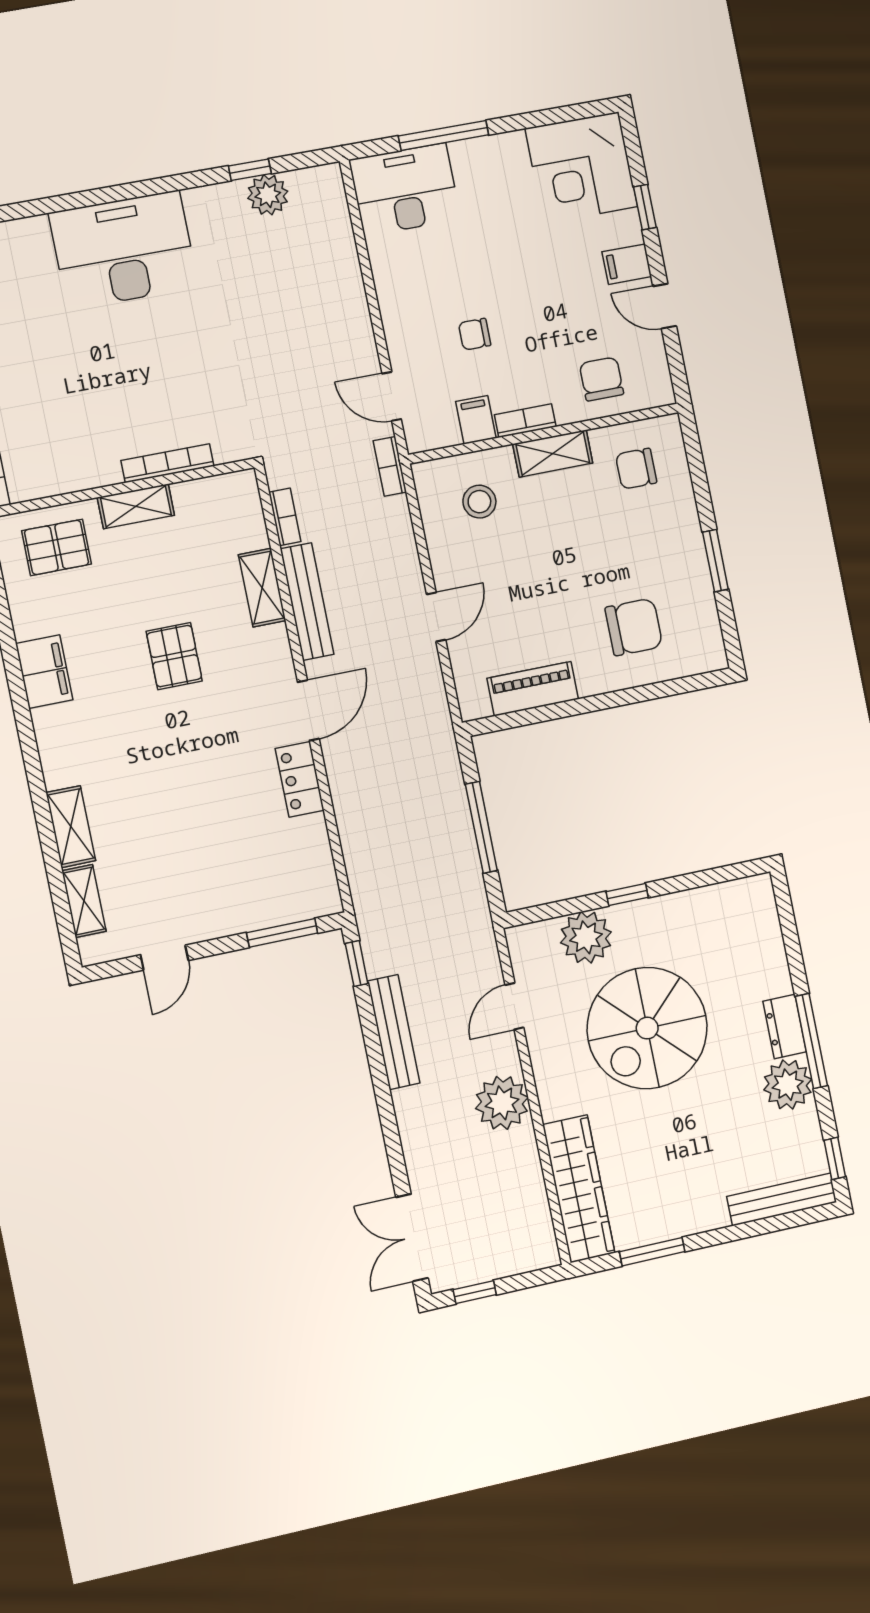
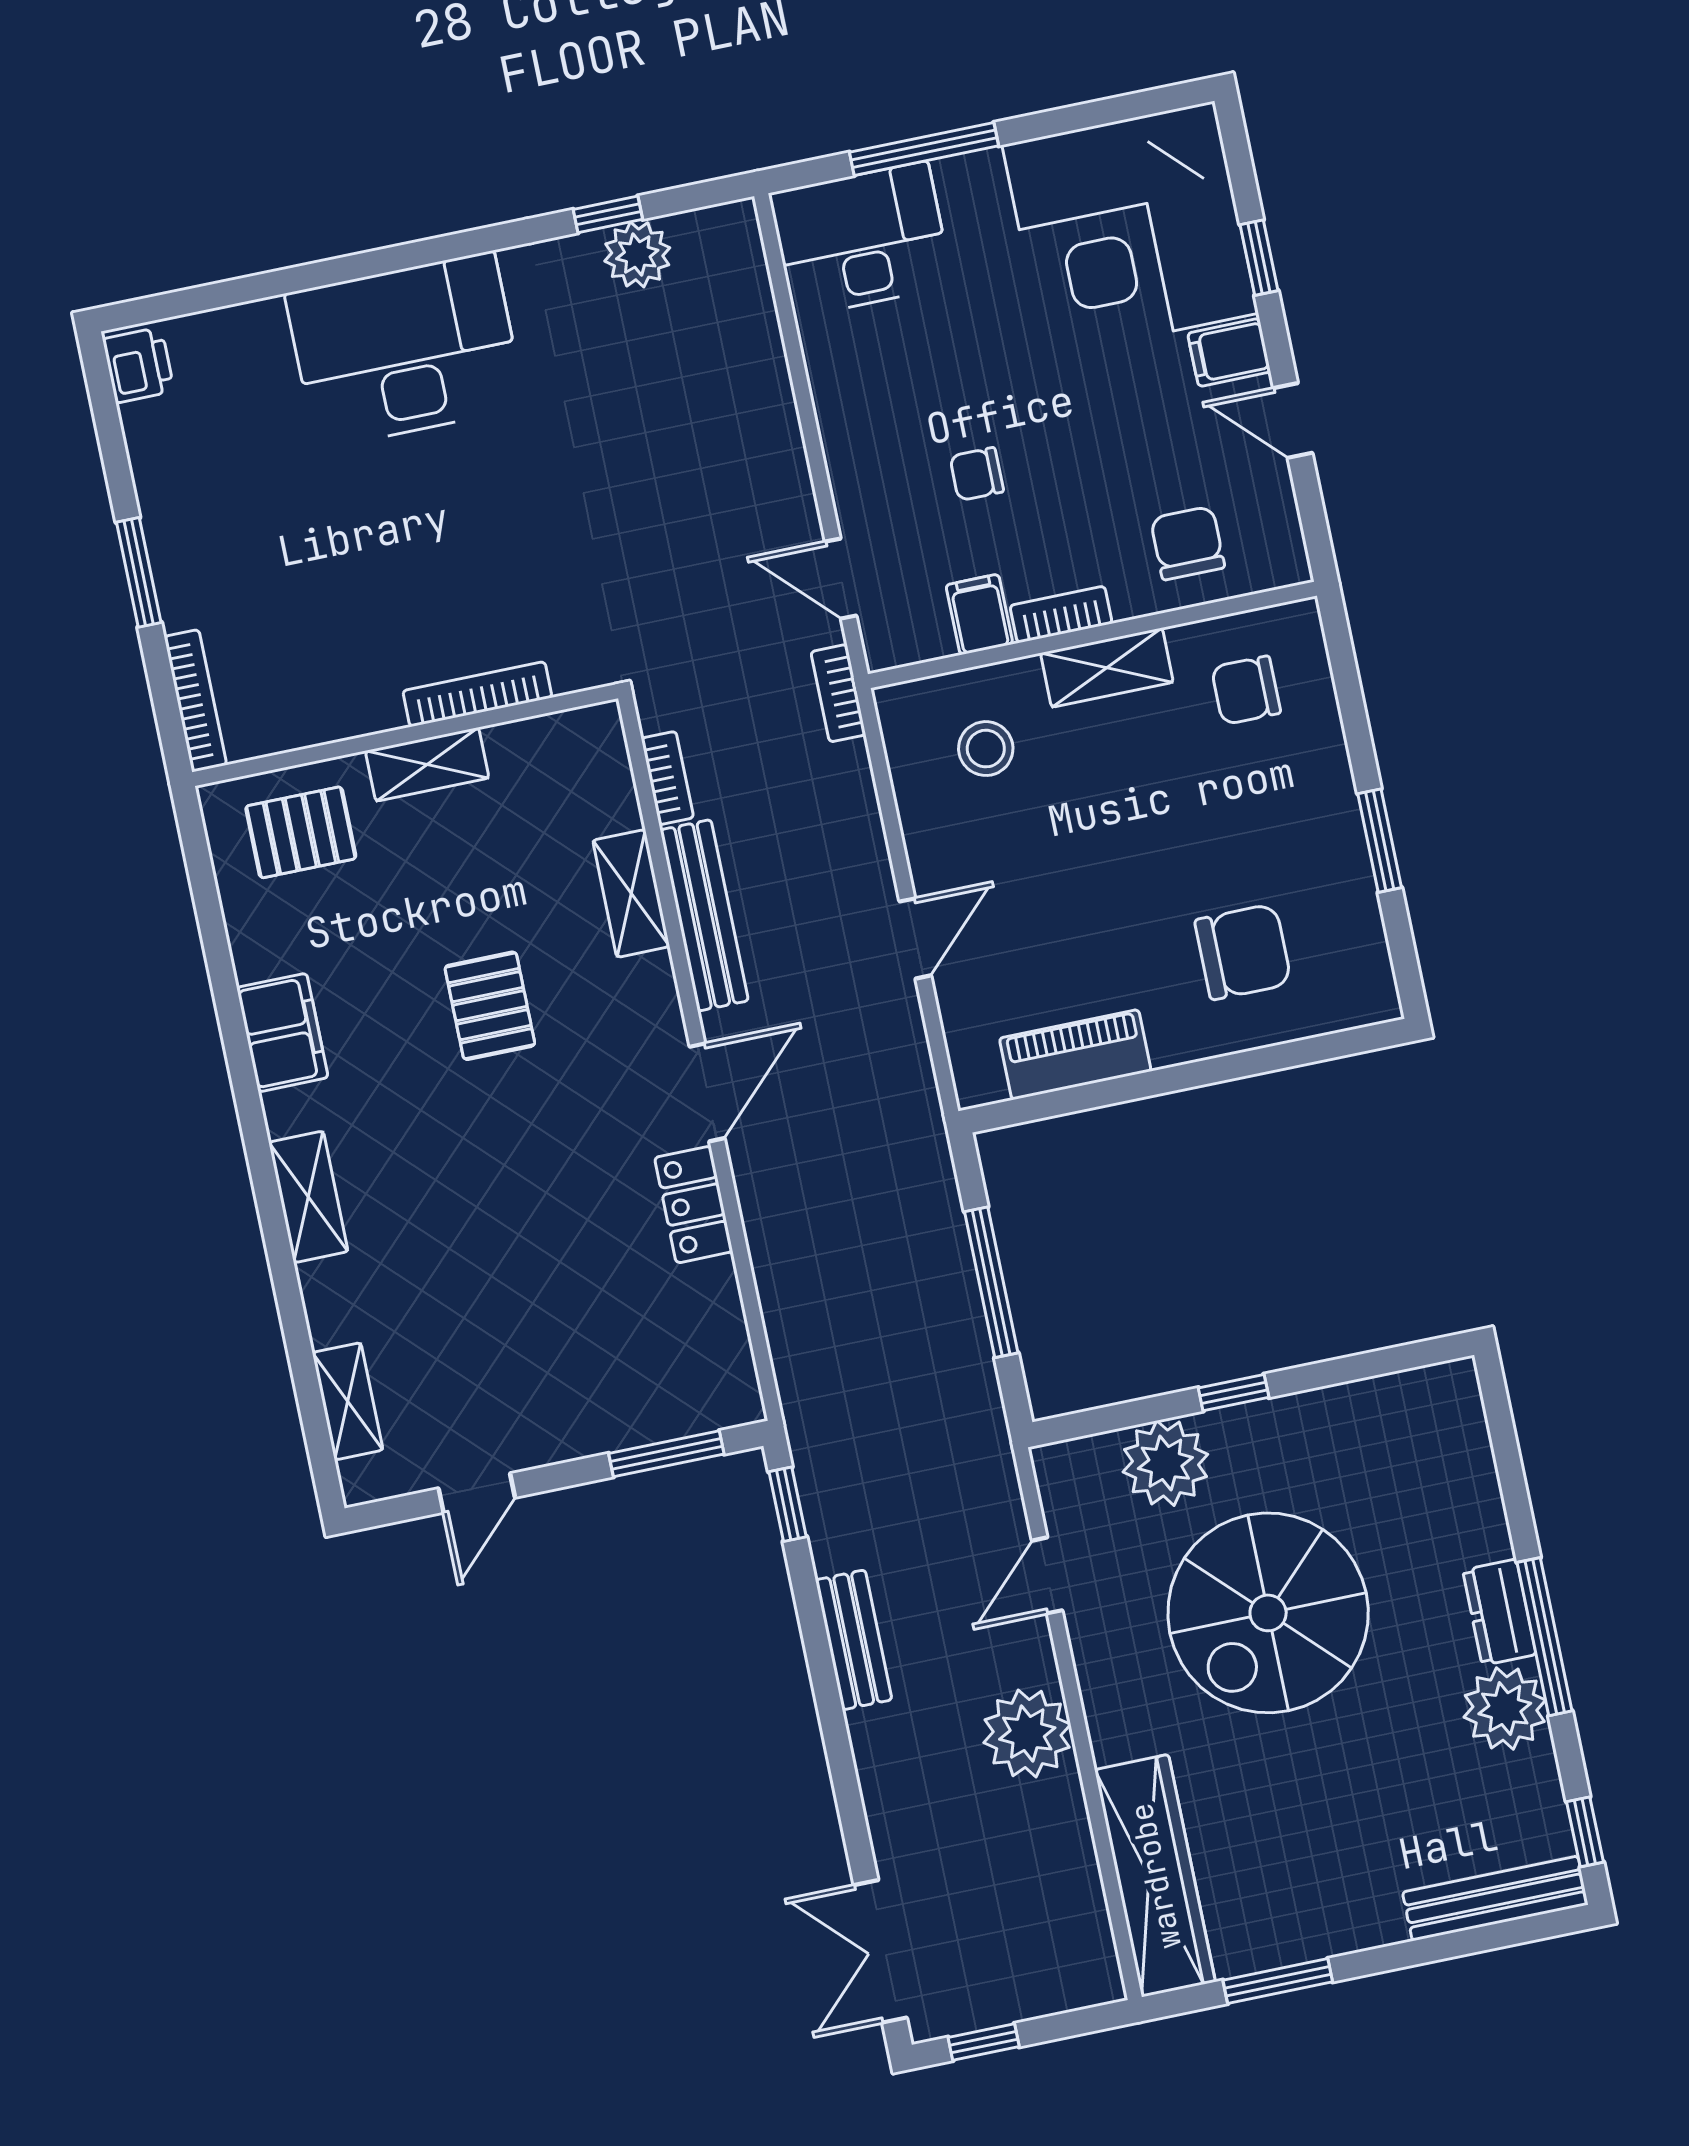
corner desk: (581, 168) -> (1130, 229), width x1.36, depth x1.36
shelving: (71, 827) -> (308, 1197), moved
bench: (394, 1032) -> (854, 1640), width x0.73

